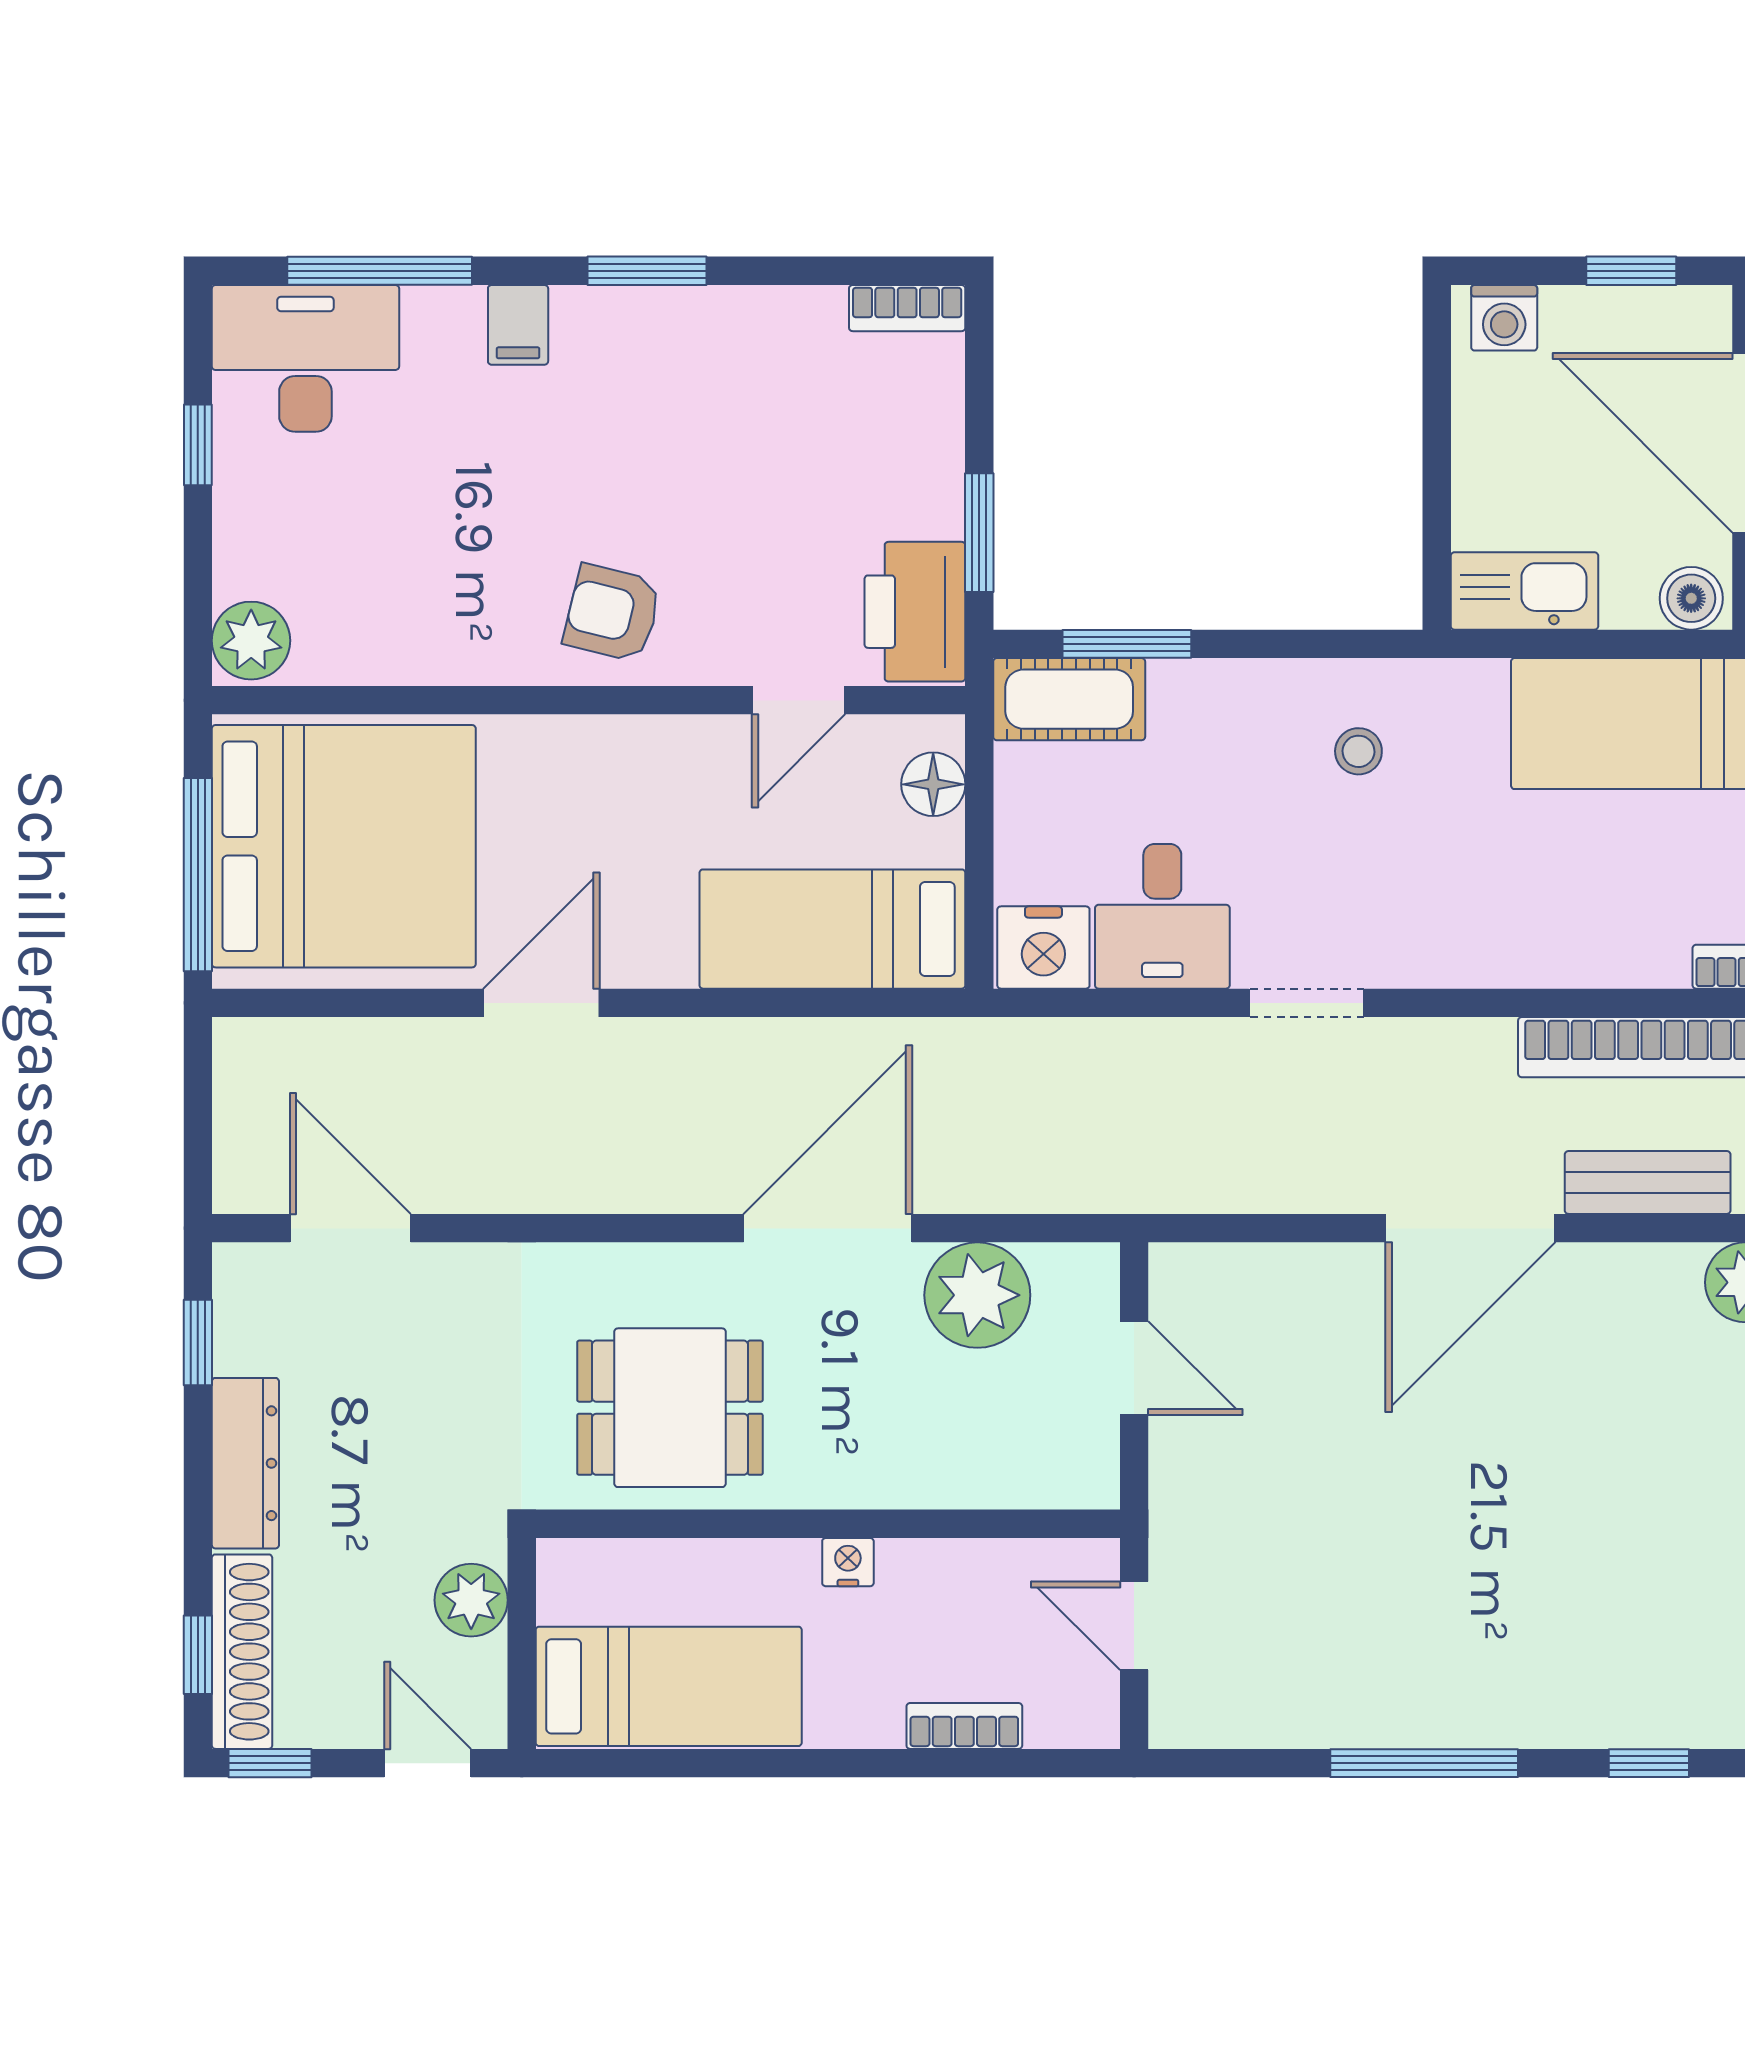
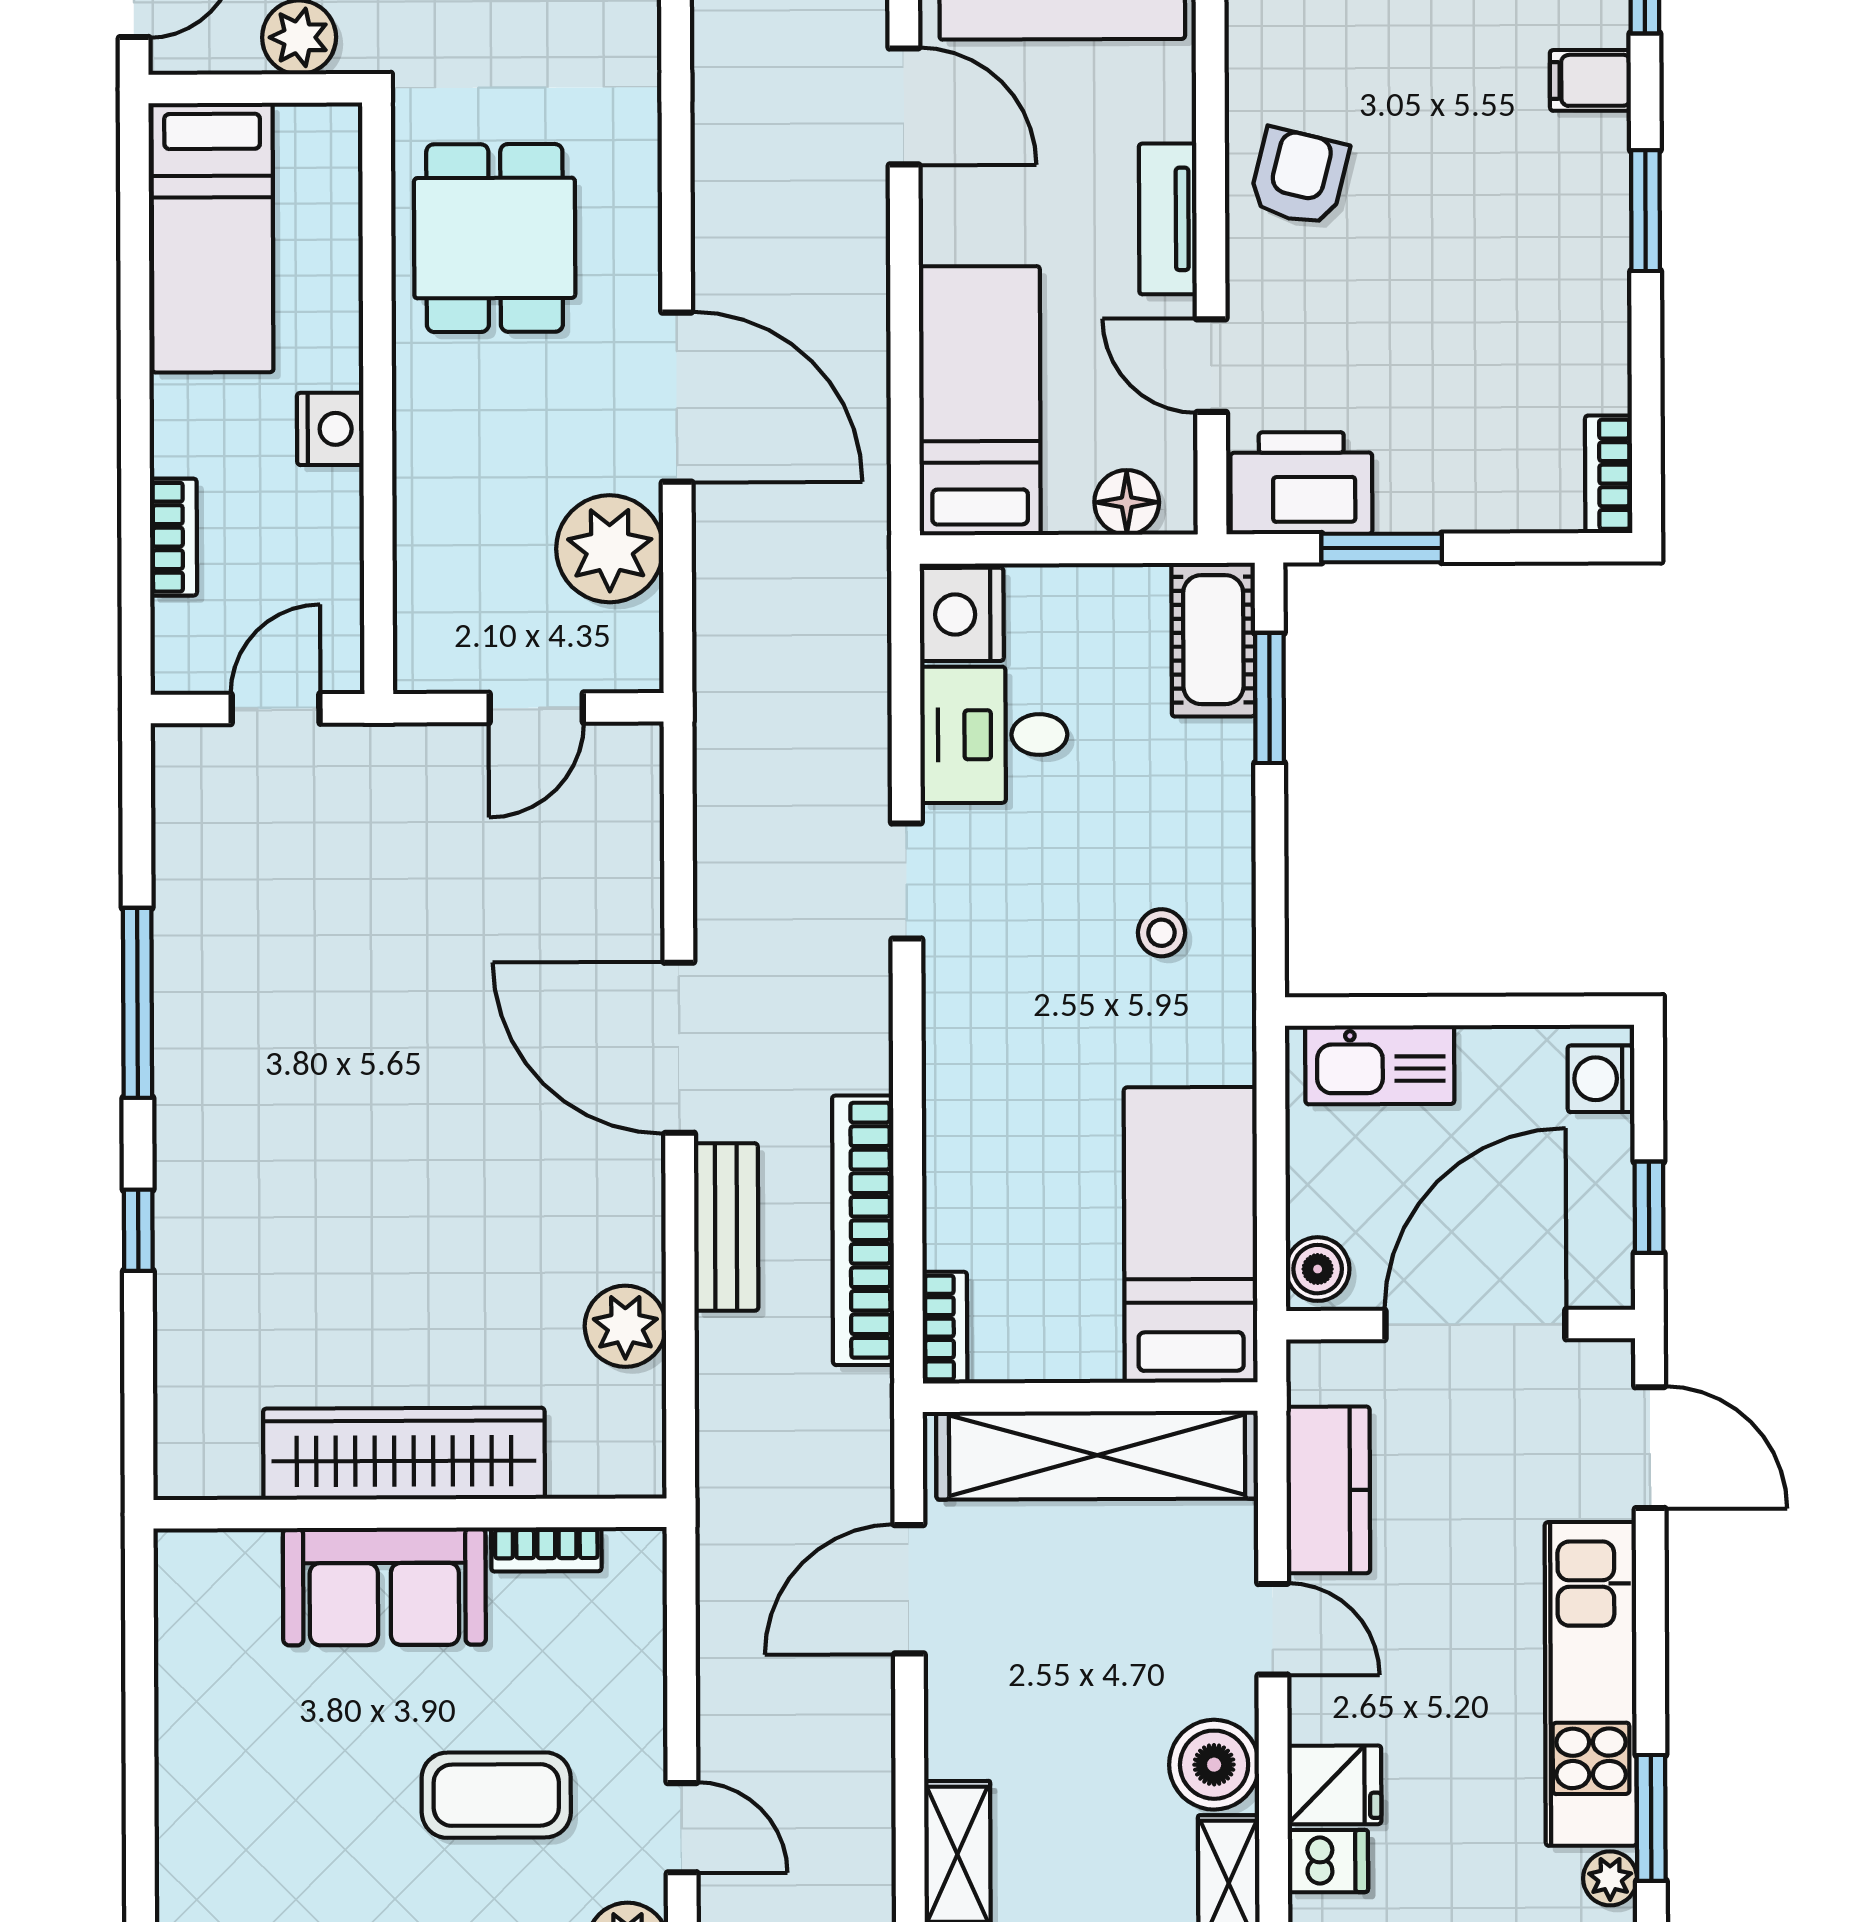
kitchen sink: (1524, 591) -> (1380, 1065), moved, turned 90
tv unit: (653, 743) -> (1168, 219), added
nightstand: (848, 1562) -> (330, 429), width x1.39, depth x1.35

